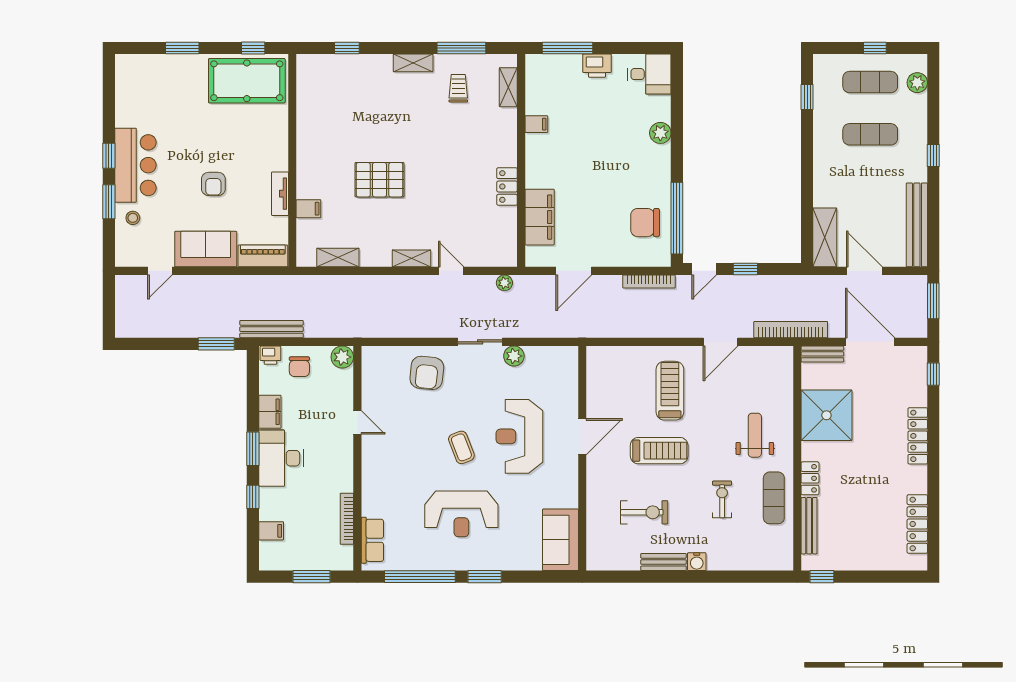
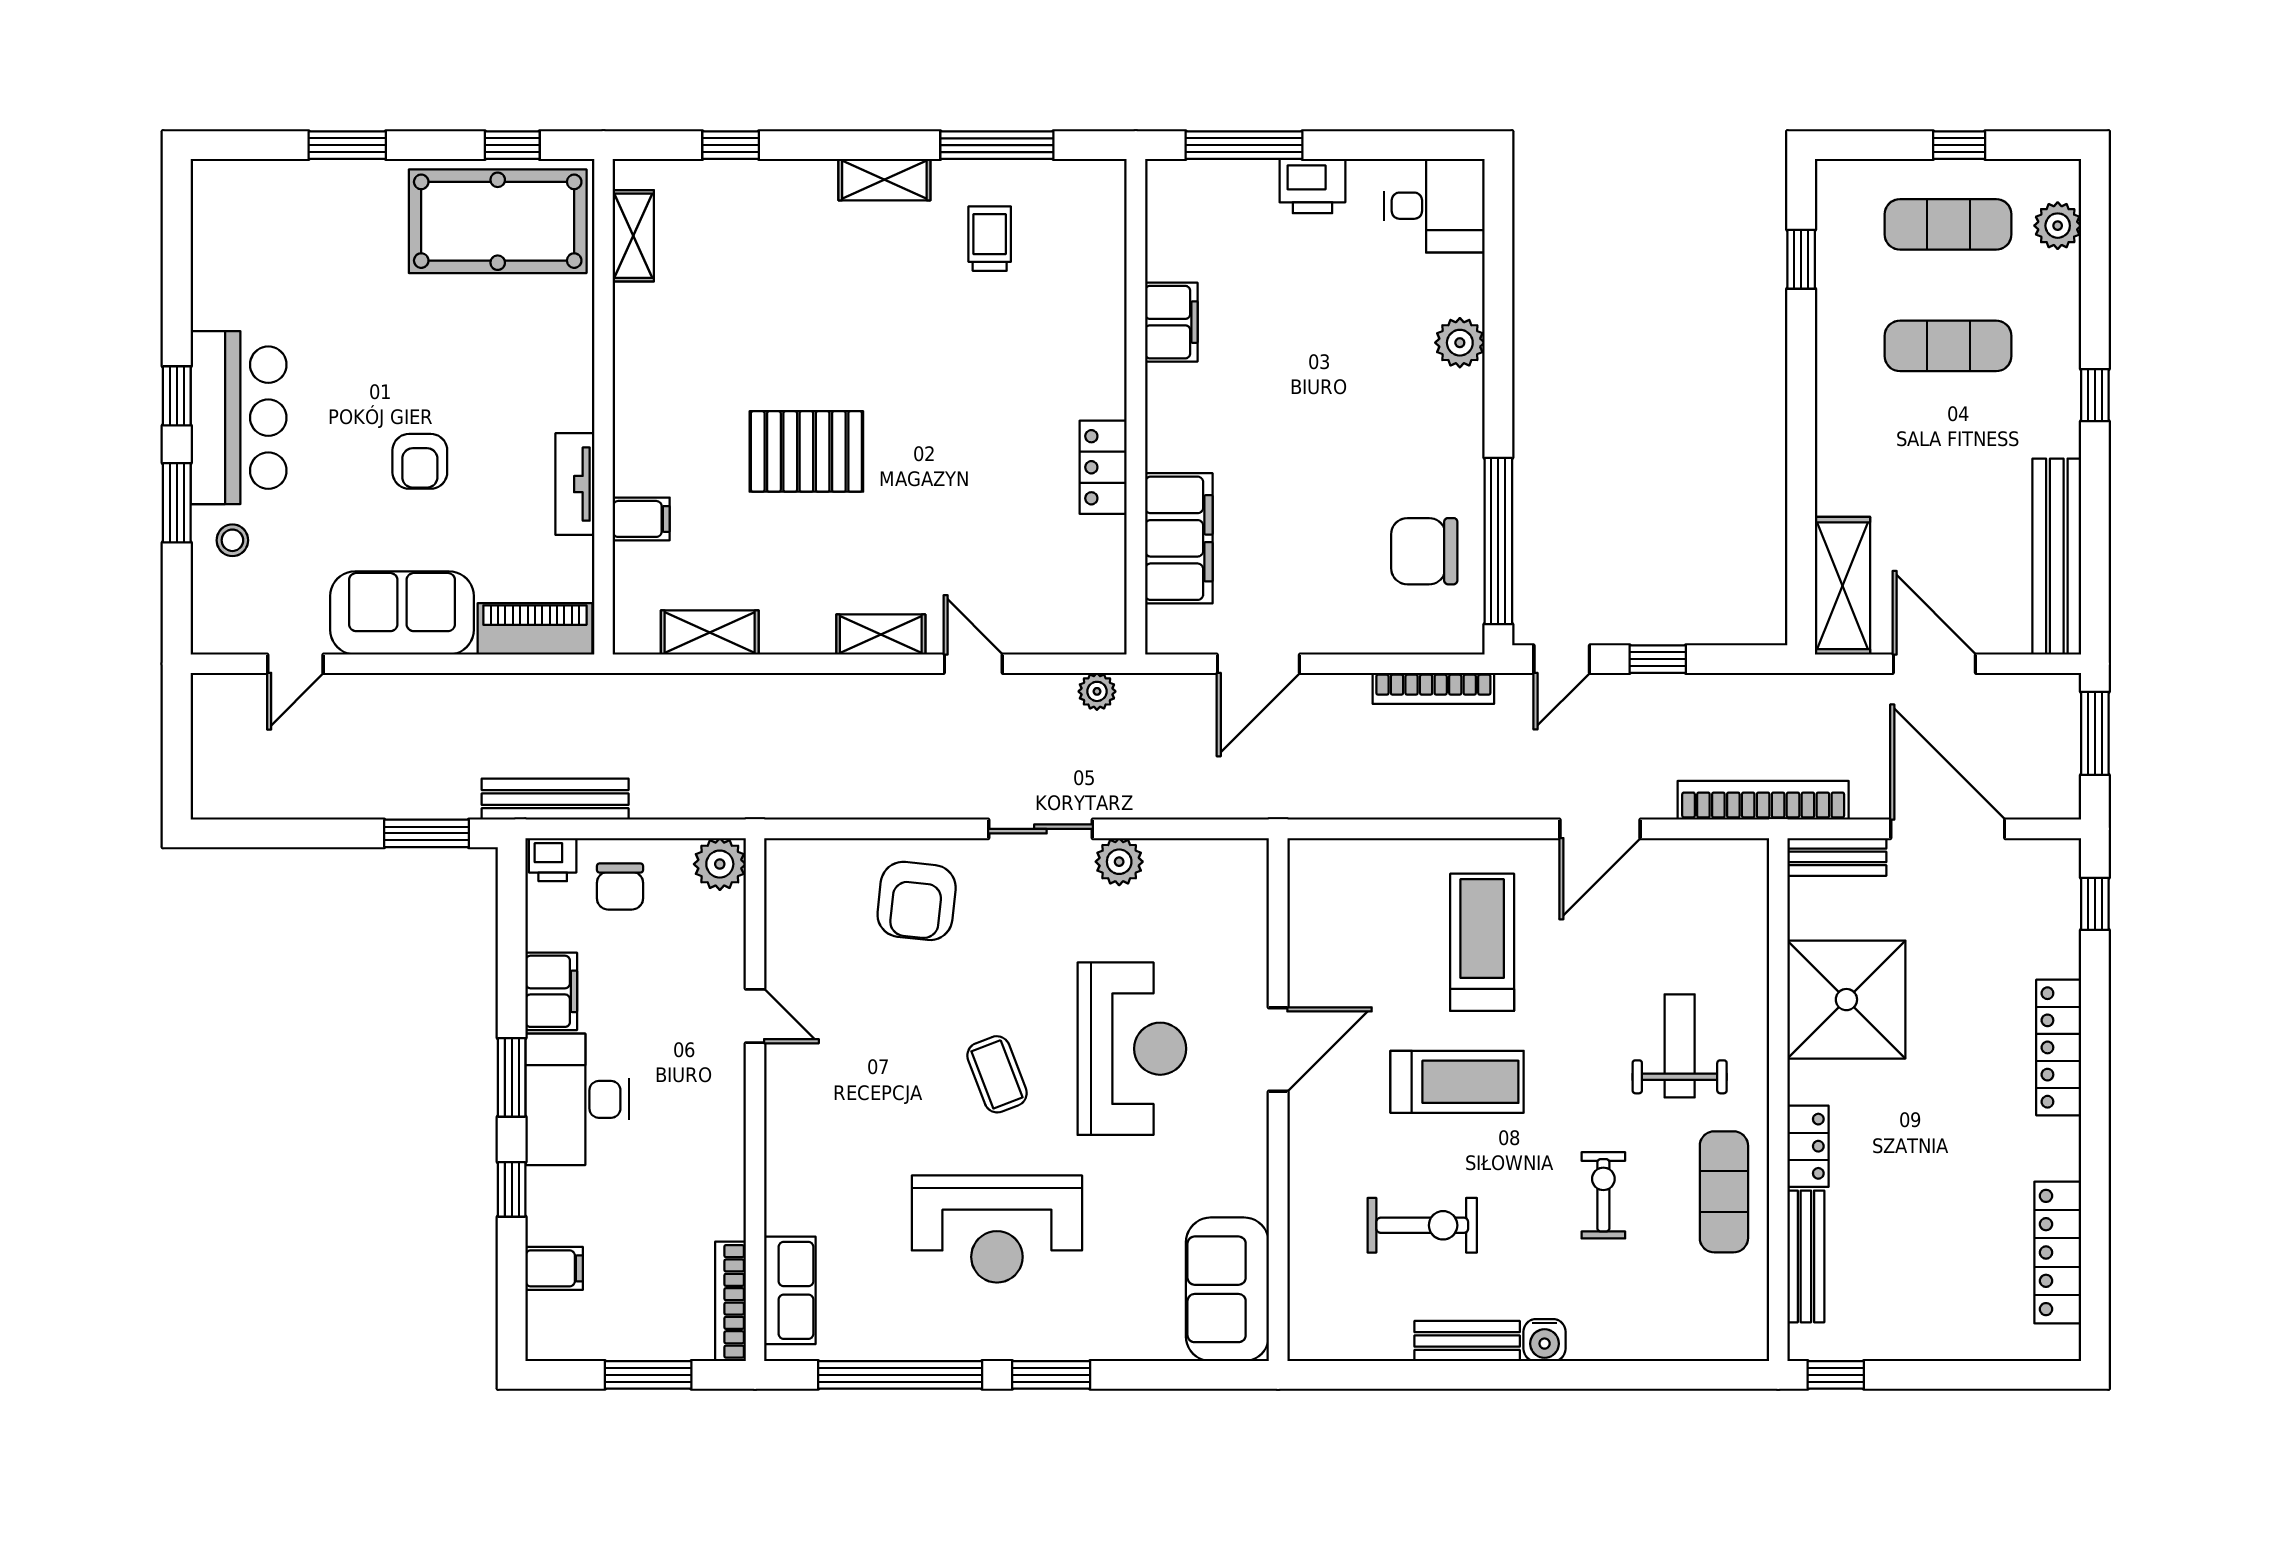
shelving: (508, 87) -> (633, 236), moved
filing cabinet: (536, 124) -> (1171, 322), width x2.00
reception desk: (519, 436) -> (1132, 1049), turned 180
bookcase: (347, 519) -> (730, 1301), moved

